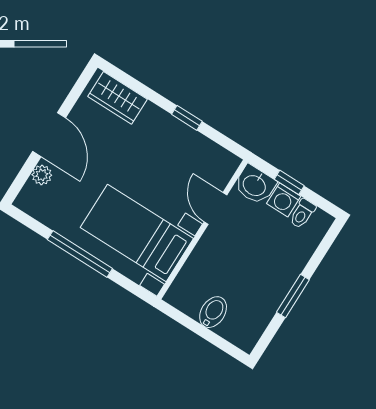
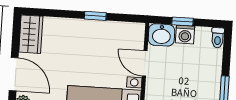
wardrobe: (118, 98) -> (31, 34), moved, turned -90
toilet: (302, 214) -> (218, 38), moved

